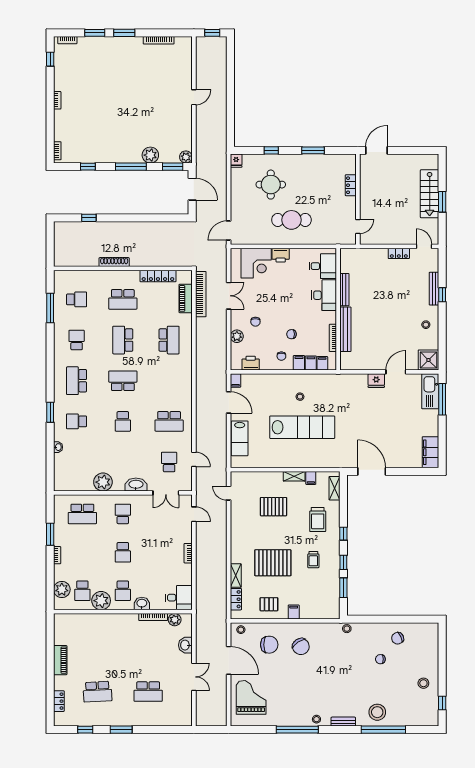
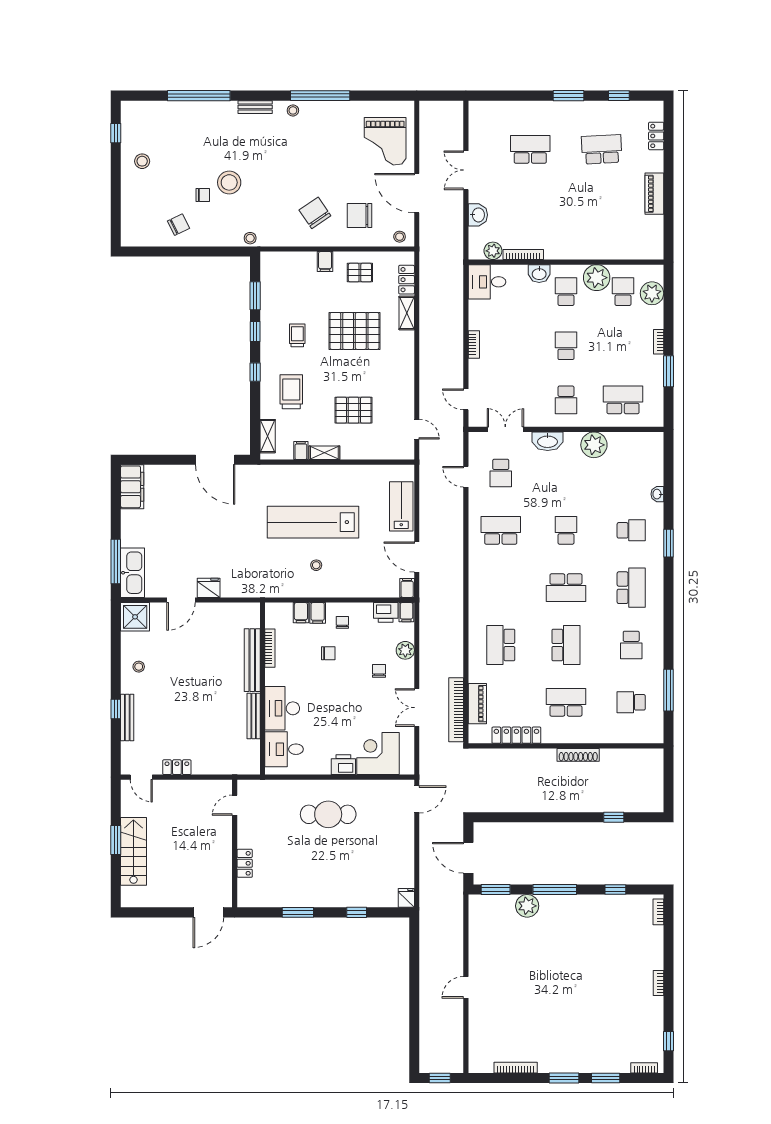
plant: (186, 157) -> (477, 903), removed
round table: (271, 185) -> (357, 864), removed
filing cabinet: (322, 363) -> (406, 612), moved
stool: (377, 712) -> (229, 182), moved

